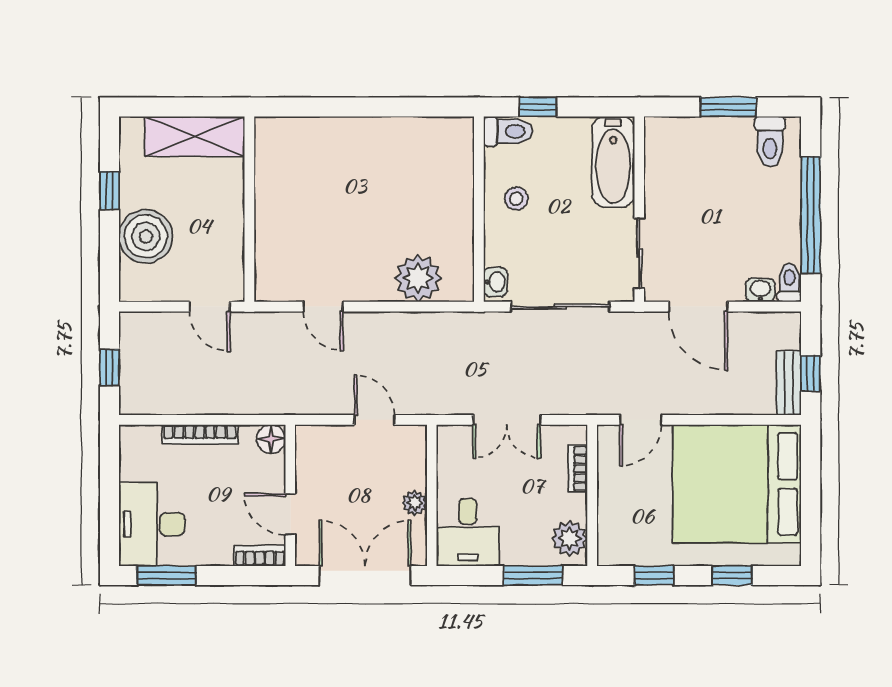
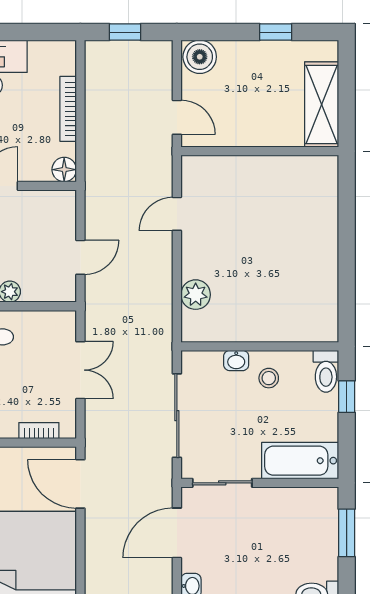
window: (728, 107) -> (347, 533), moved
boiler: (146, 236) -> (200, 57), moved, width x0.73, depth x0.73
plant: (418, 278) -> (196, 295), width x0.73, depth x0.73
washbasin: (495, 282) -> (236, 360), moved
door: (210, 307) -> (177, 117), swing flipped
double door: (507, 420) -> (80, 370), swing flipped
door: (641, 420) -> (80, 484), width x1.38

